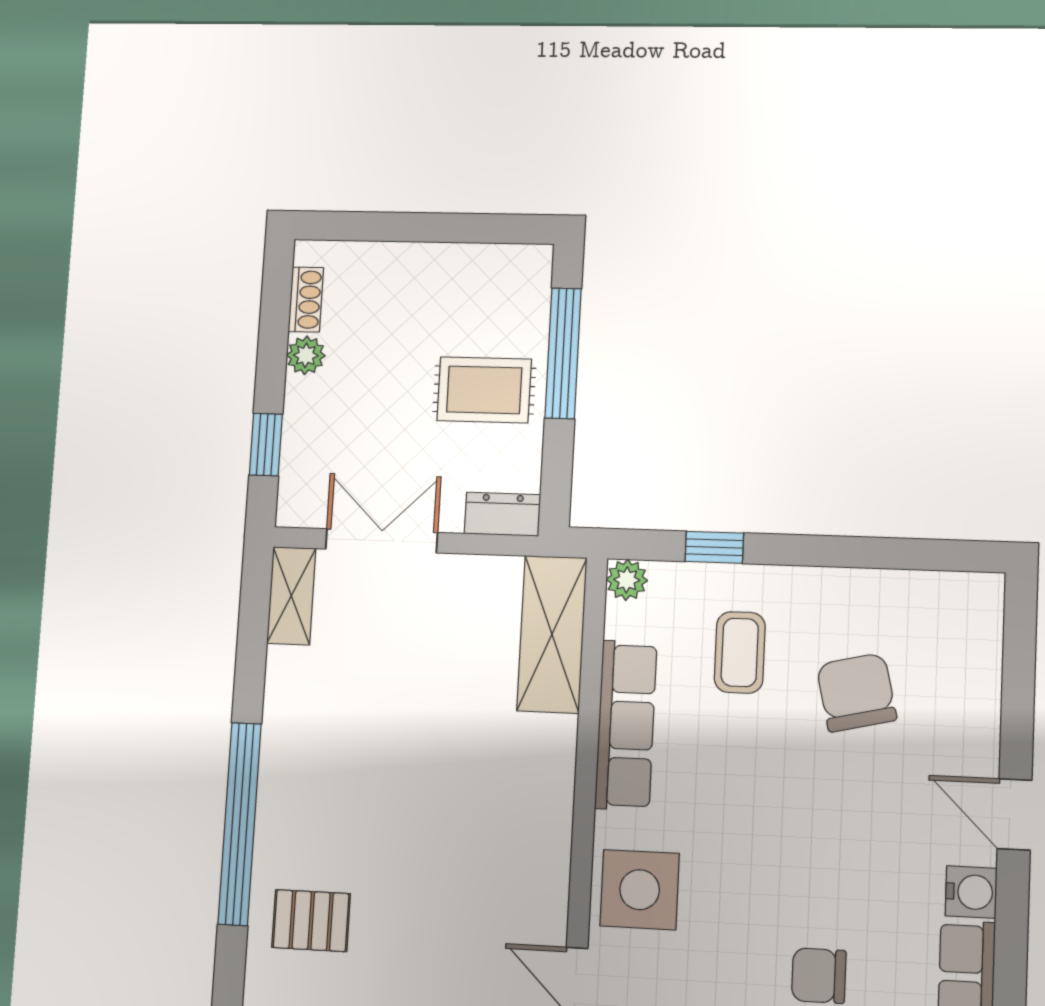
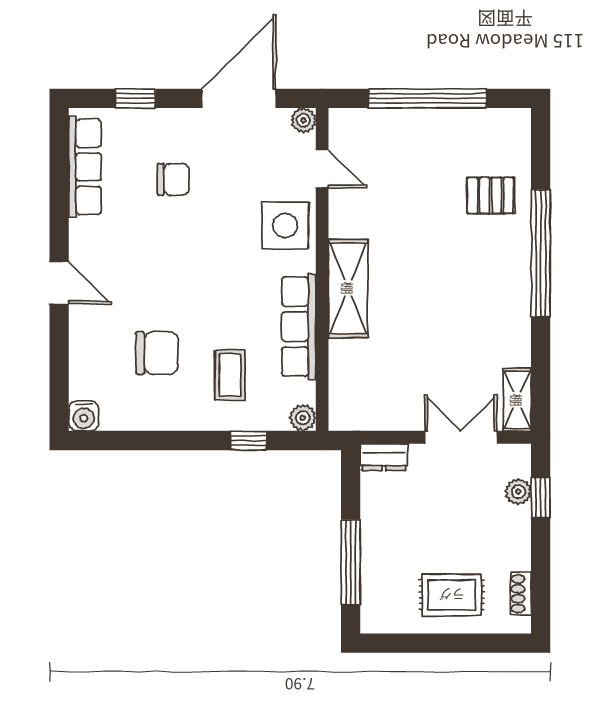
plant: (306, 355) -> (518, 492), moved
rug: (484, 390) -> (452, 595), moved
double door: (381, 541) -> (461, 437), swing flipped
shelving: (552, 634) -> (348, 288), moved
chair: (856, 692) -> (157, 353), turned -77
water cooler: (971, 892) -> (84, 416), moved, turned -90

